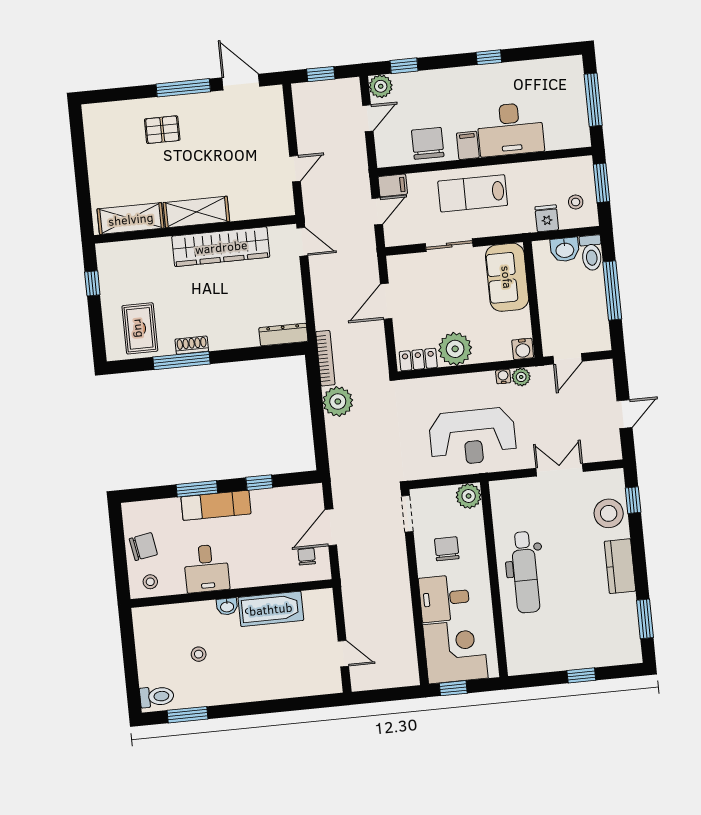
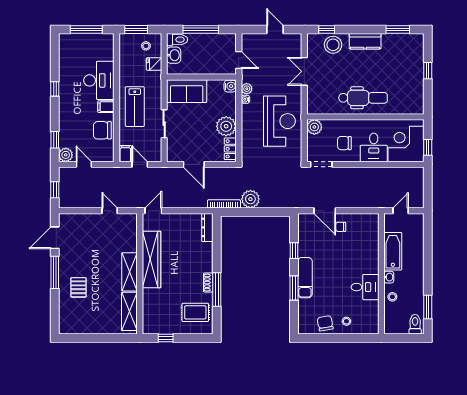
desk: (206, 568) -> (365, 287), moved
wall: (231, 593) -> (381, 274), moved
washbasin: (227, 606) -> (389, 277), moved
bathtub: (271, 609) -> (393, 251), moved

